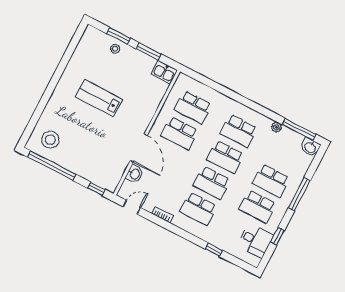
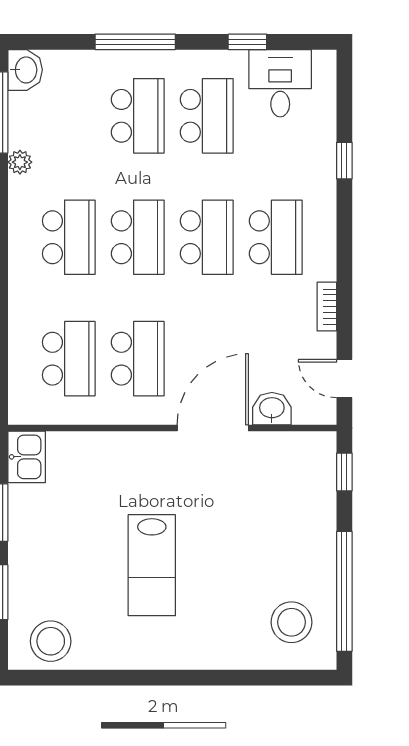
stool: (115, 49) -> (51, 641), moved, width x1.89, depth x1.89

